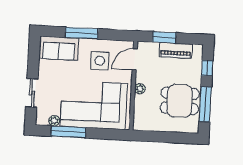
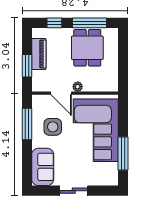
window: (82, 33) -> (27, 124), moved
door: (135, 59) -> (61, 93), moved
sliding door: (32, 93) -> (74, 191), moved
plant: (54, 121) -> (113, 168), removed

